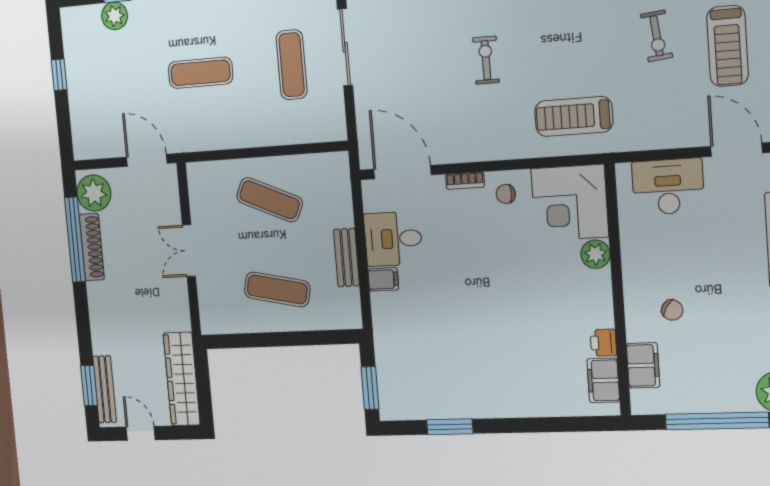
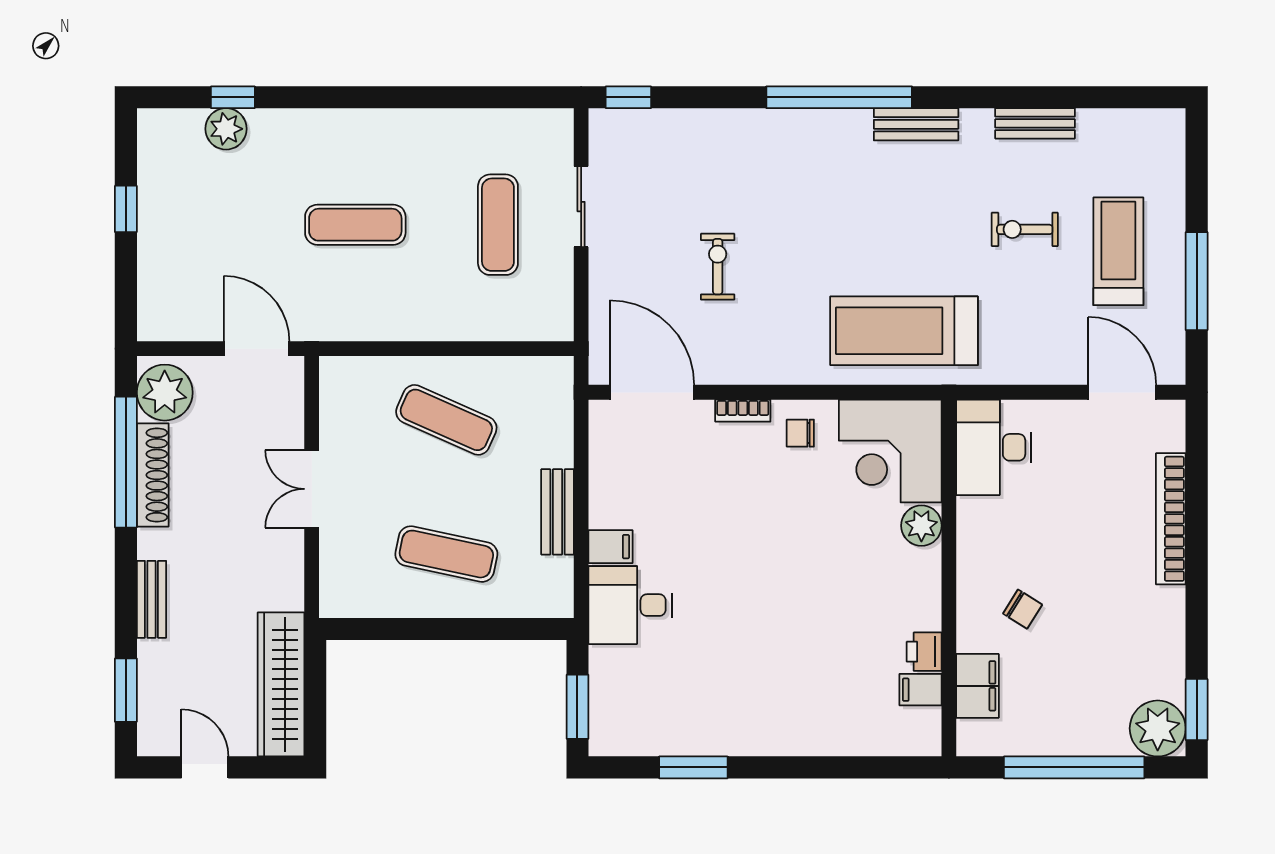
exercise bike: (657, 36) -> (1025, 229), turned 96
treadmill: (728, 46) -> (1118, 251), turned 180
sliding door: (345, 47) -> (581, 207), width x0.73
exercise bike: (486, 60) -> (718, 267), moved
treadmill: (574, 116) -> (904, 331), width x1.37, depth x1.38
desk: (668, 187) -> (994, 447), moved, turned -90
desk: (393, 239) -> (630, 605), moved
filing cabinet: (603, 380) -> (921, 690), width x0.50
bench: (105, 389) -> (151, 599), moved, width x0.73

